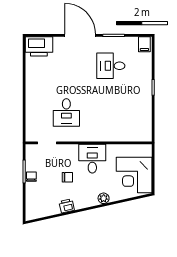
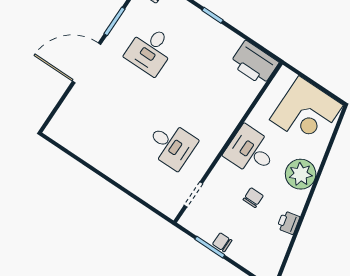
printer: (39, 46) -> (254, 63), moved, turned 90
plant: (104, 198) -> (301, 174), width x1.87, depth x1.87

